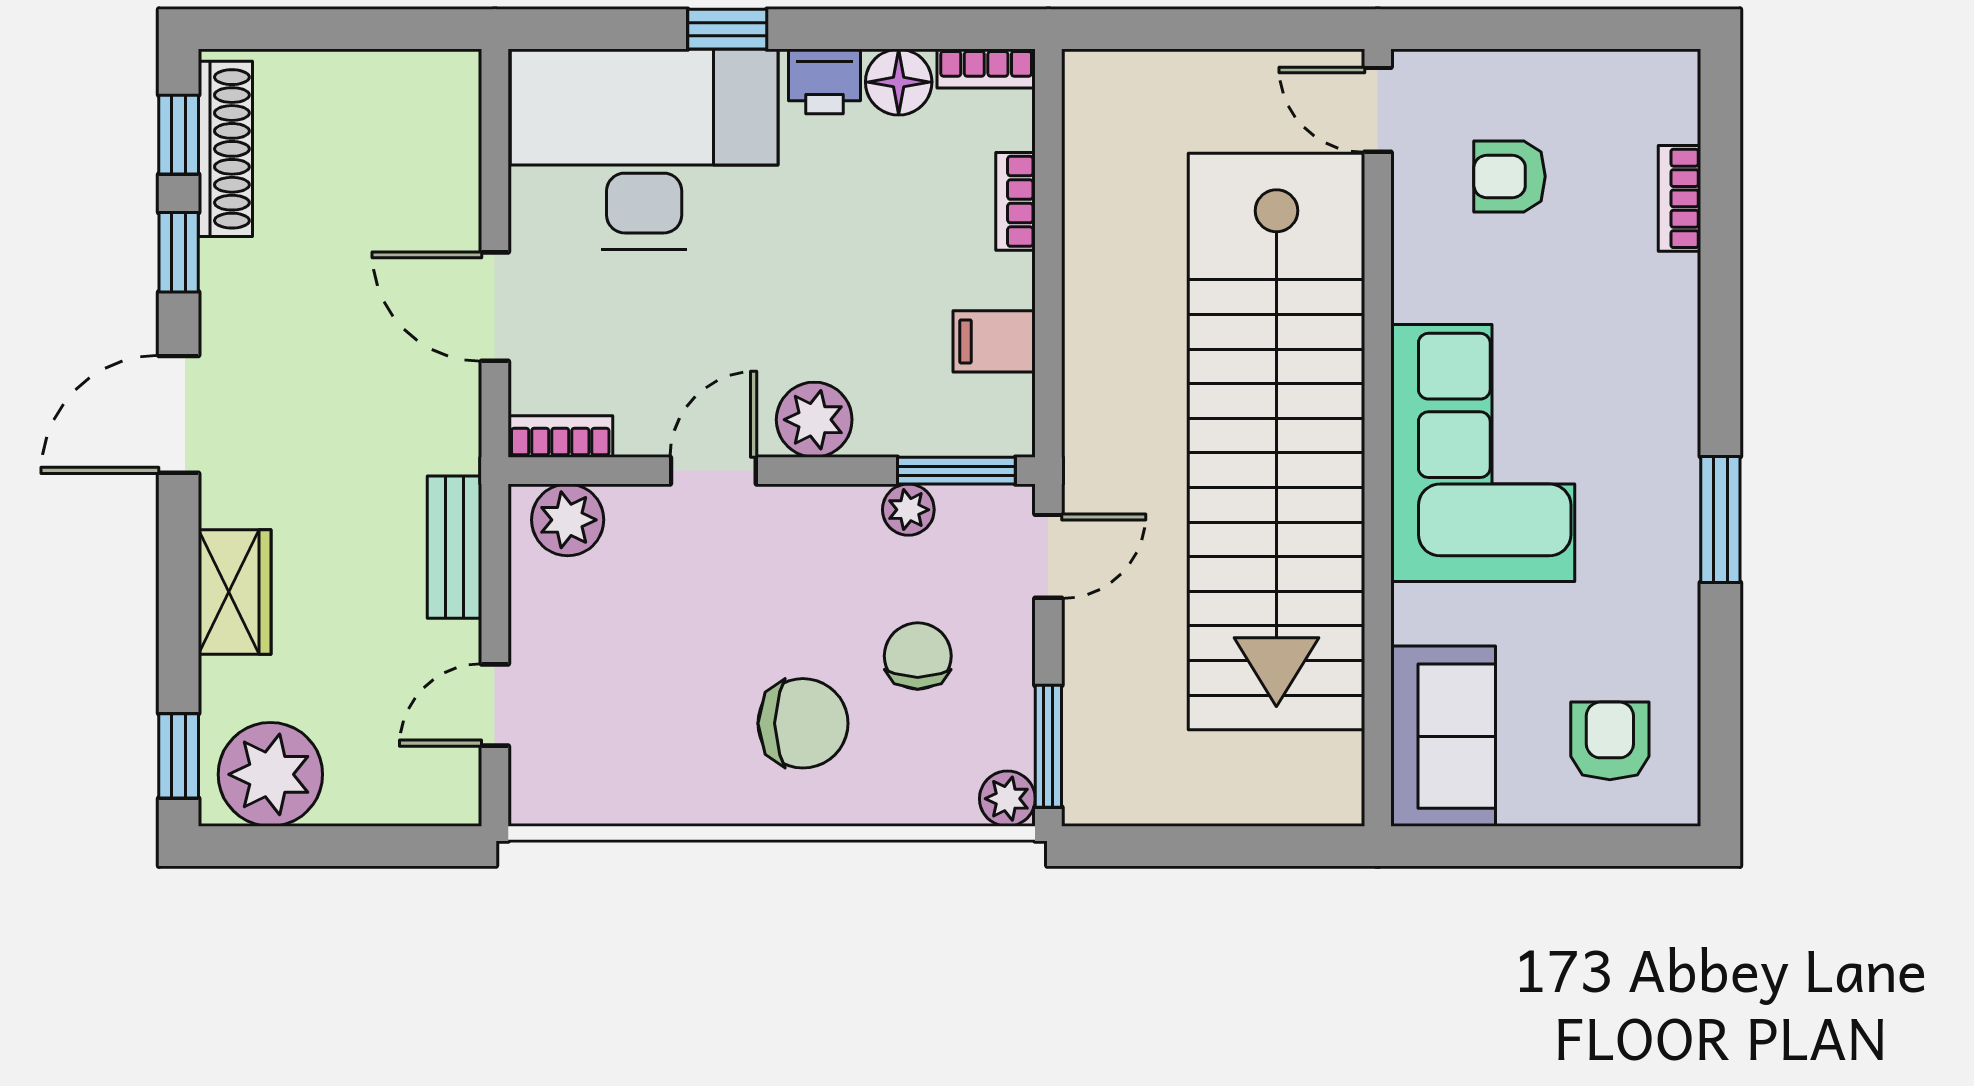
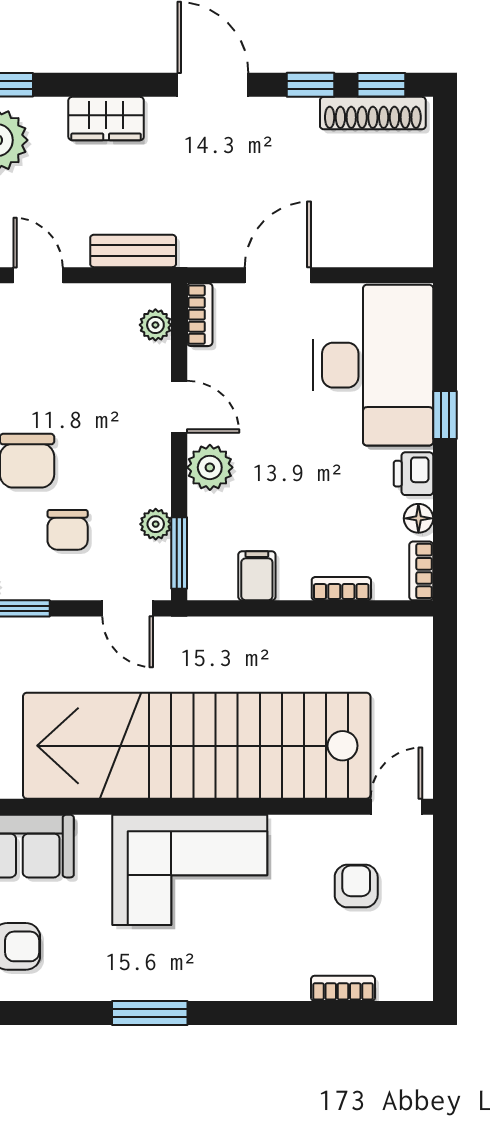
floor lamp: (899, 82) -> (418, 518), width x0.73, depth x0.73
plant: (568, 520) -> (155, 325), width x0.73, depth x0.73
chair: (918, 656) -> (68, 530), turned 90

